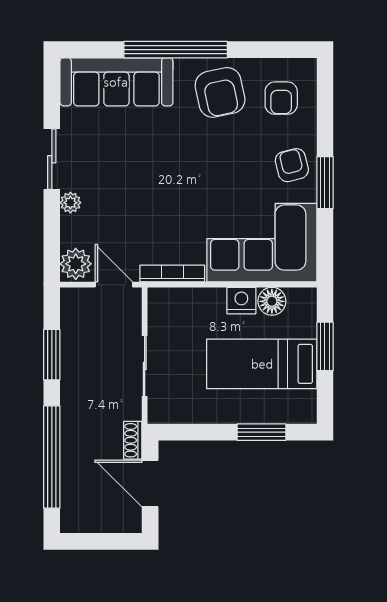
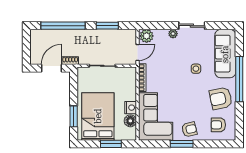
side table: (151, 150) -> (196, 69), added
bed: (262, 364) -> (98, 116), width x1.50

